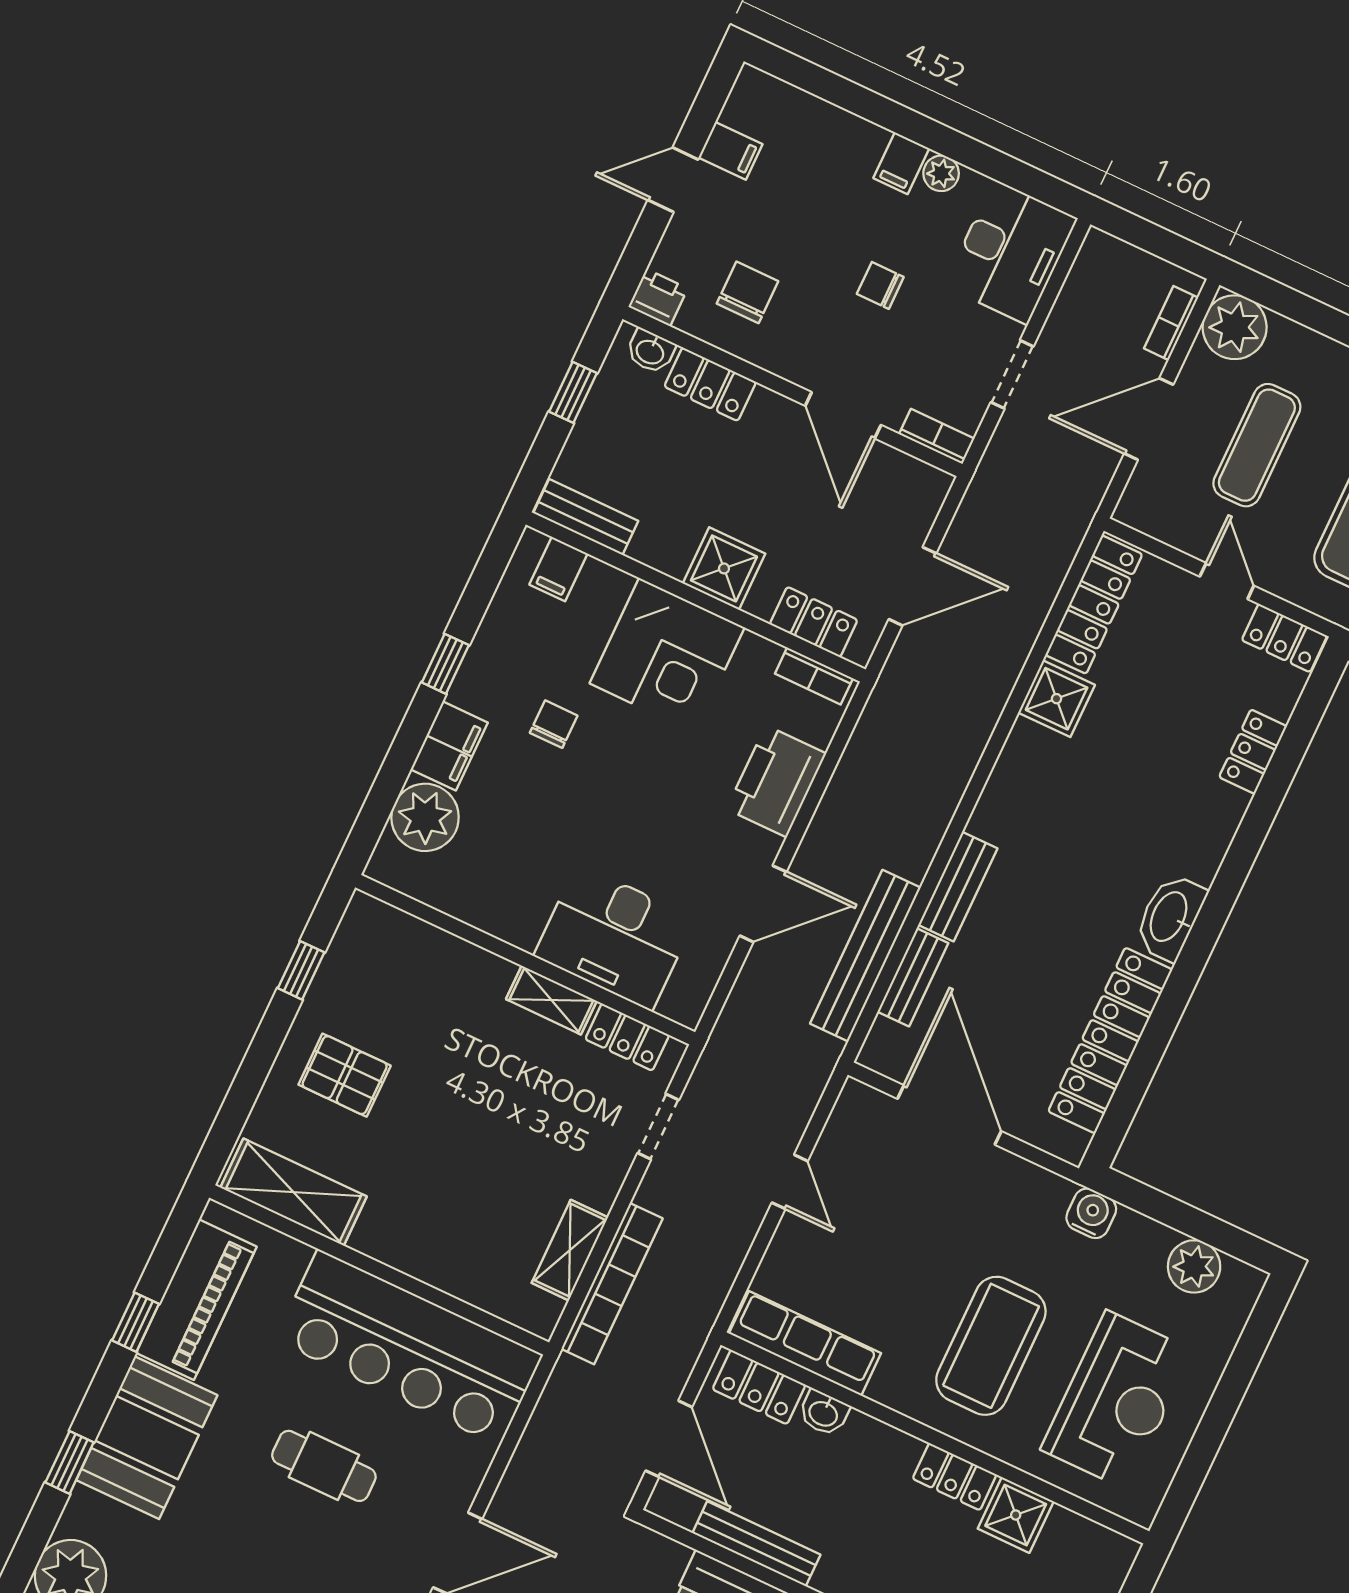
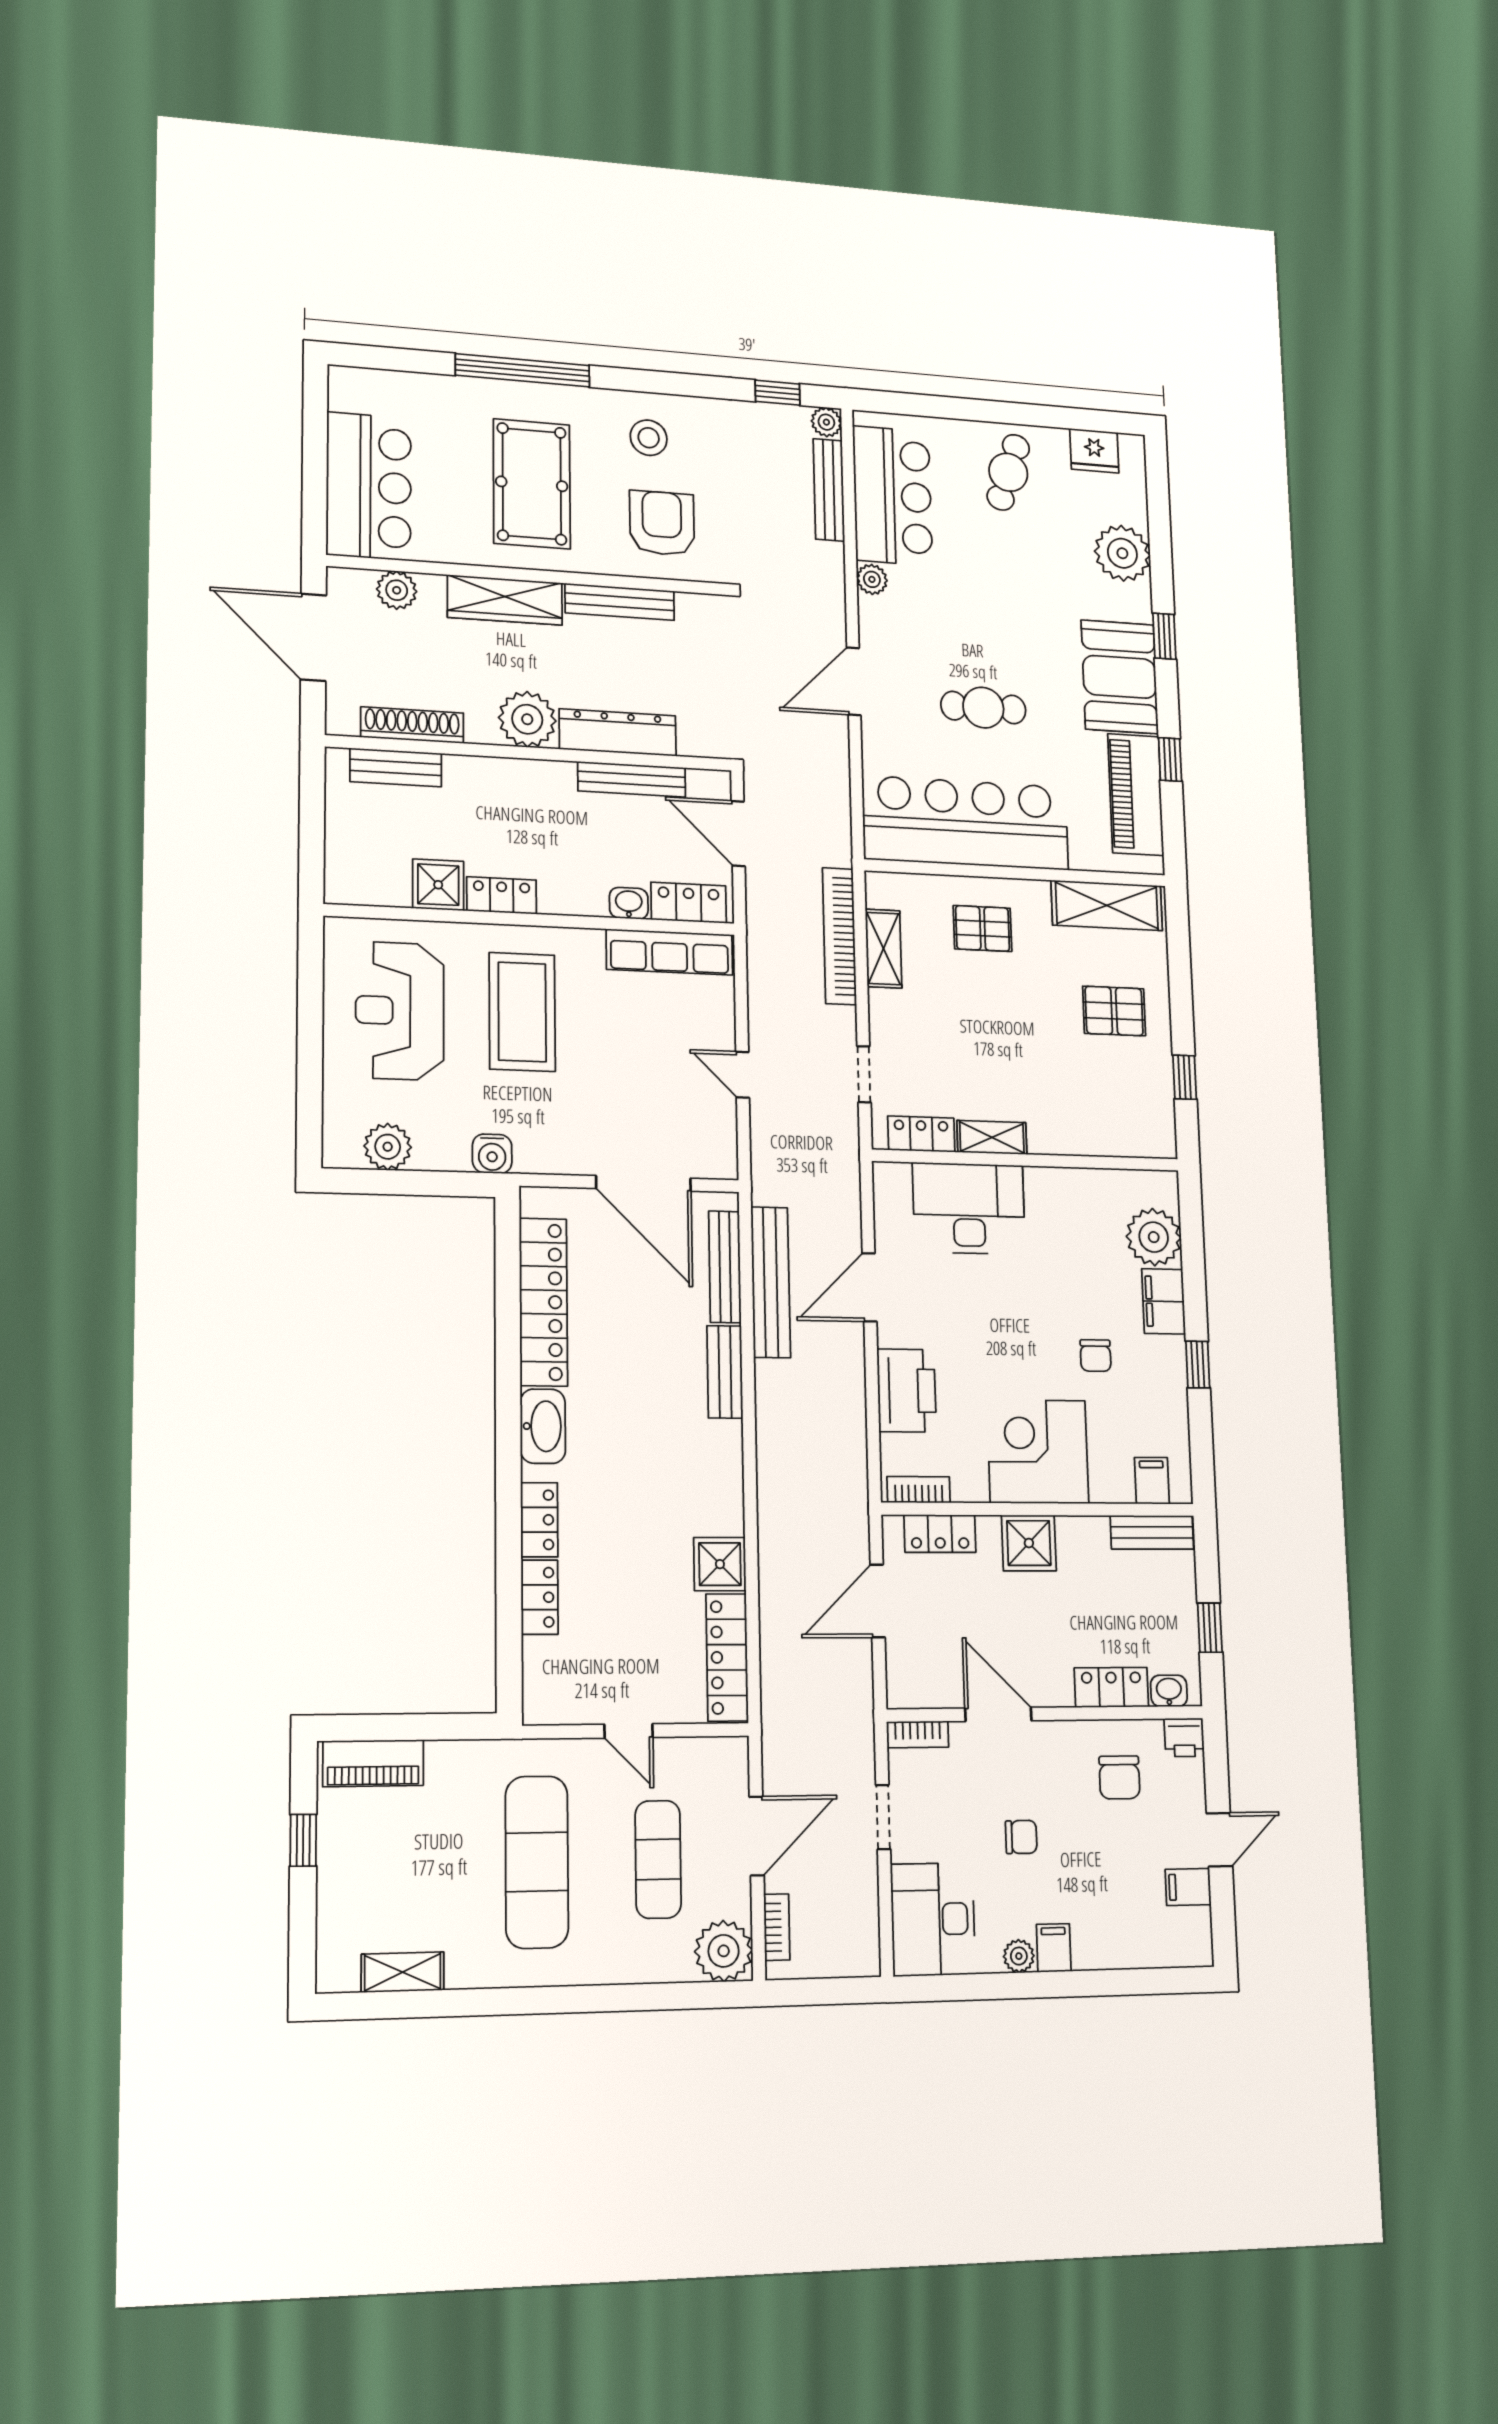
locker: (1284, 638) -> (539, 1520), moved, turned 90
bench: (913, 977) -> (725, 1267), width x1.36
pallet: (448, 1226) -> (983, 928), added

